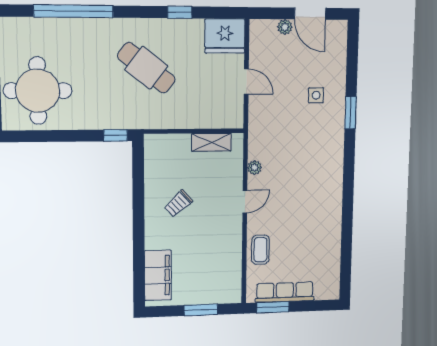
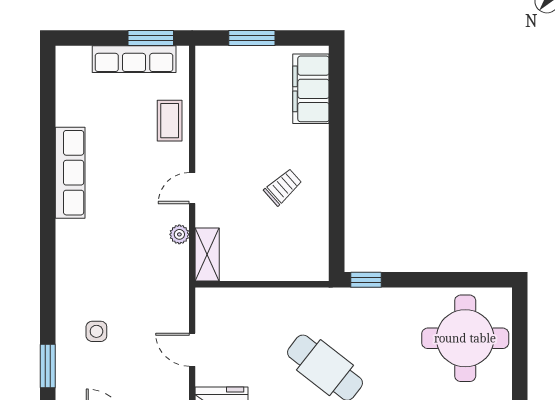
window: (350, 113) -> (48, 366), moved
shelving: (211, 142) -> (207, 255), moved, turned 90
row of seats: (332, 211) -> (70, 173), added

